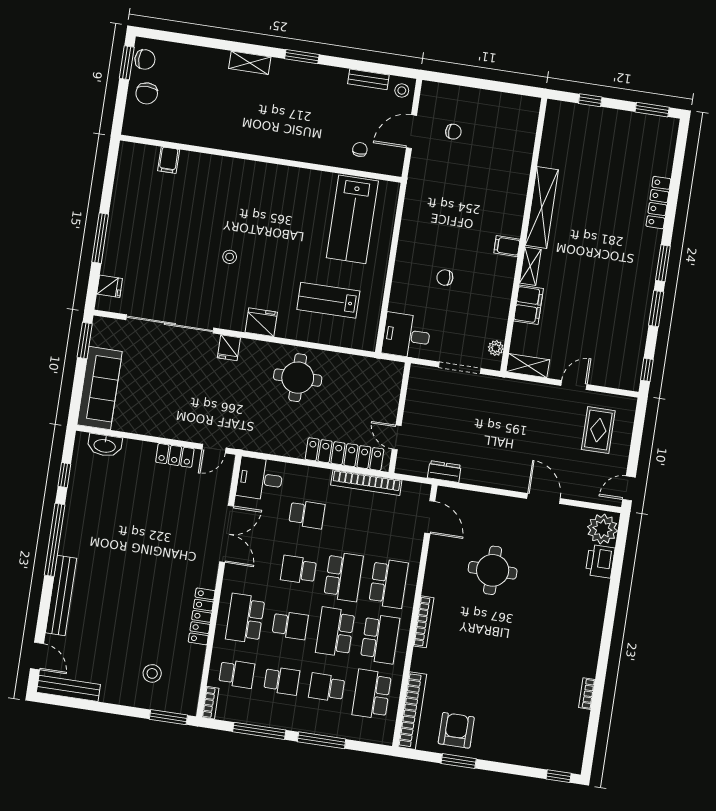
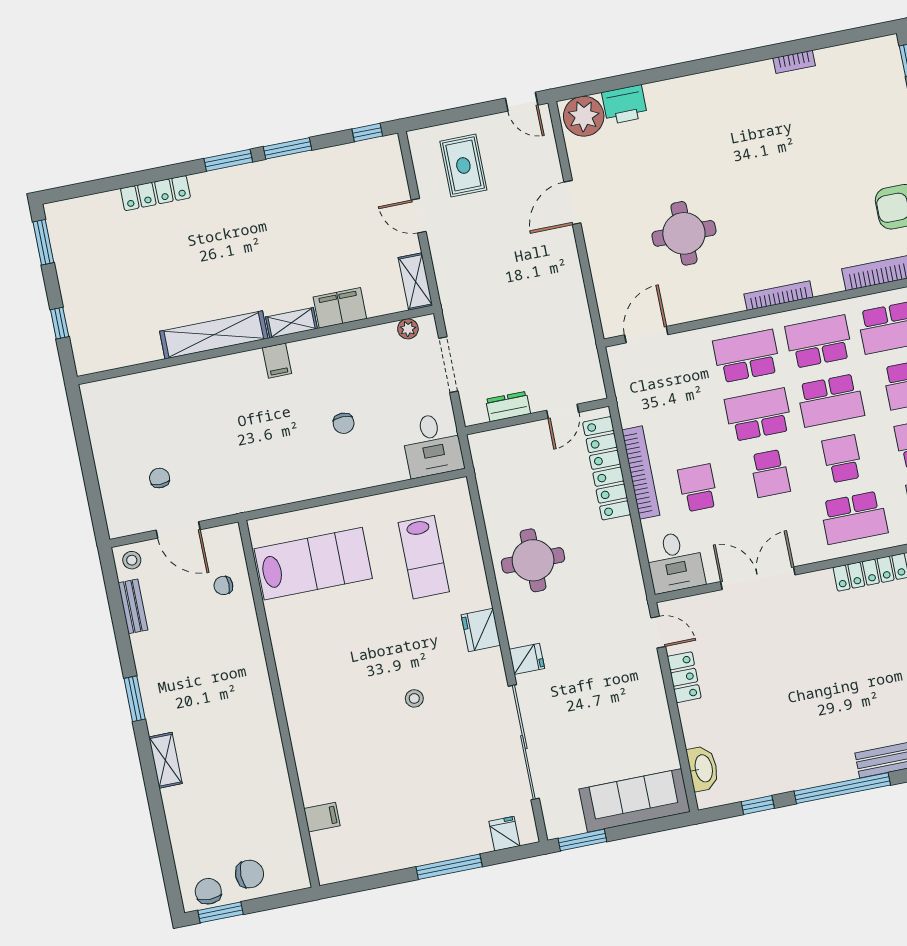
rug: (598, 430) -> (463, 166), turned 90
dresser: (444, 472) -> (508, 407), moved, turned 90
bookcase: (366, 483) -> (641, 473), moved

